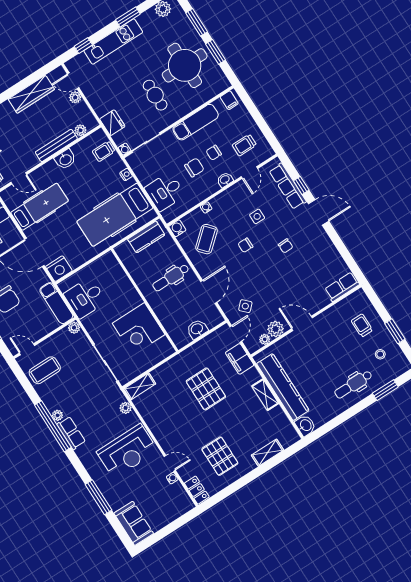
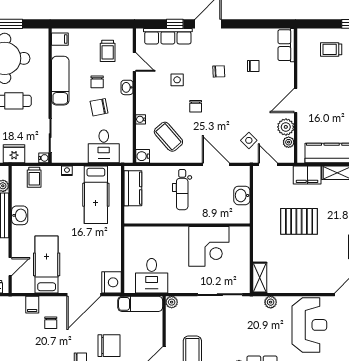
chair: (194, 167) -> (99, 107), turned -101
hospital bed: (115, 215) -> (96, 195), width x0.73, depth x0.78
chair: (308, 271) -> (253, 66), added
filing cabinet: (240, 359) -> (307, 175), moved

